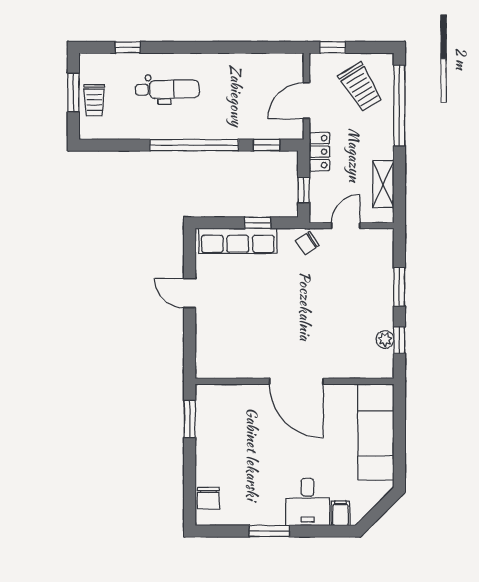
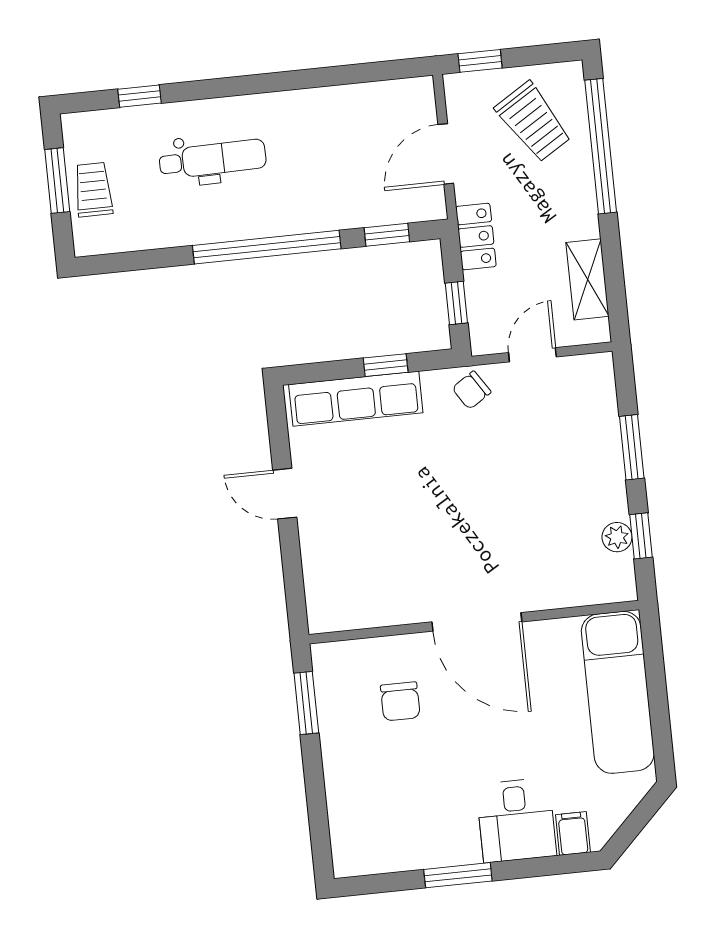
trolley: (94, 100) -> (93, 190), turned 180
chair: (208, 498) -> (400, 701), moved

